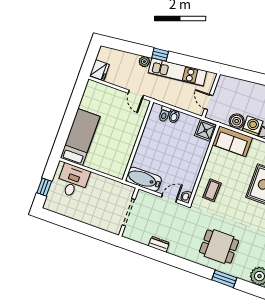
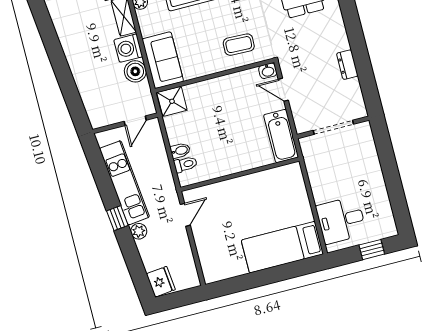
fridge: (99, 70) -> (161, 282), moved, turned 84

